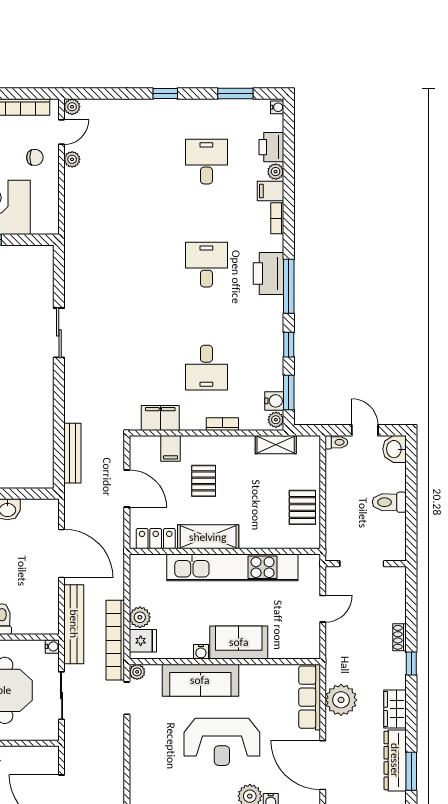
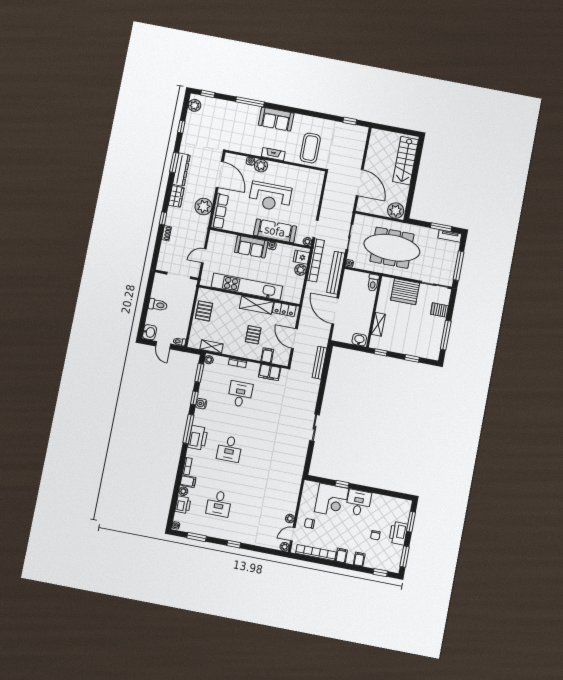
water cooler: (274, 401) -> (201, 404), moved
reception desk: (222, 742) -> (270, 197), turned 180

